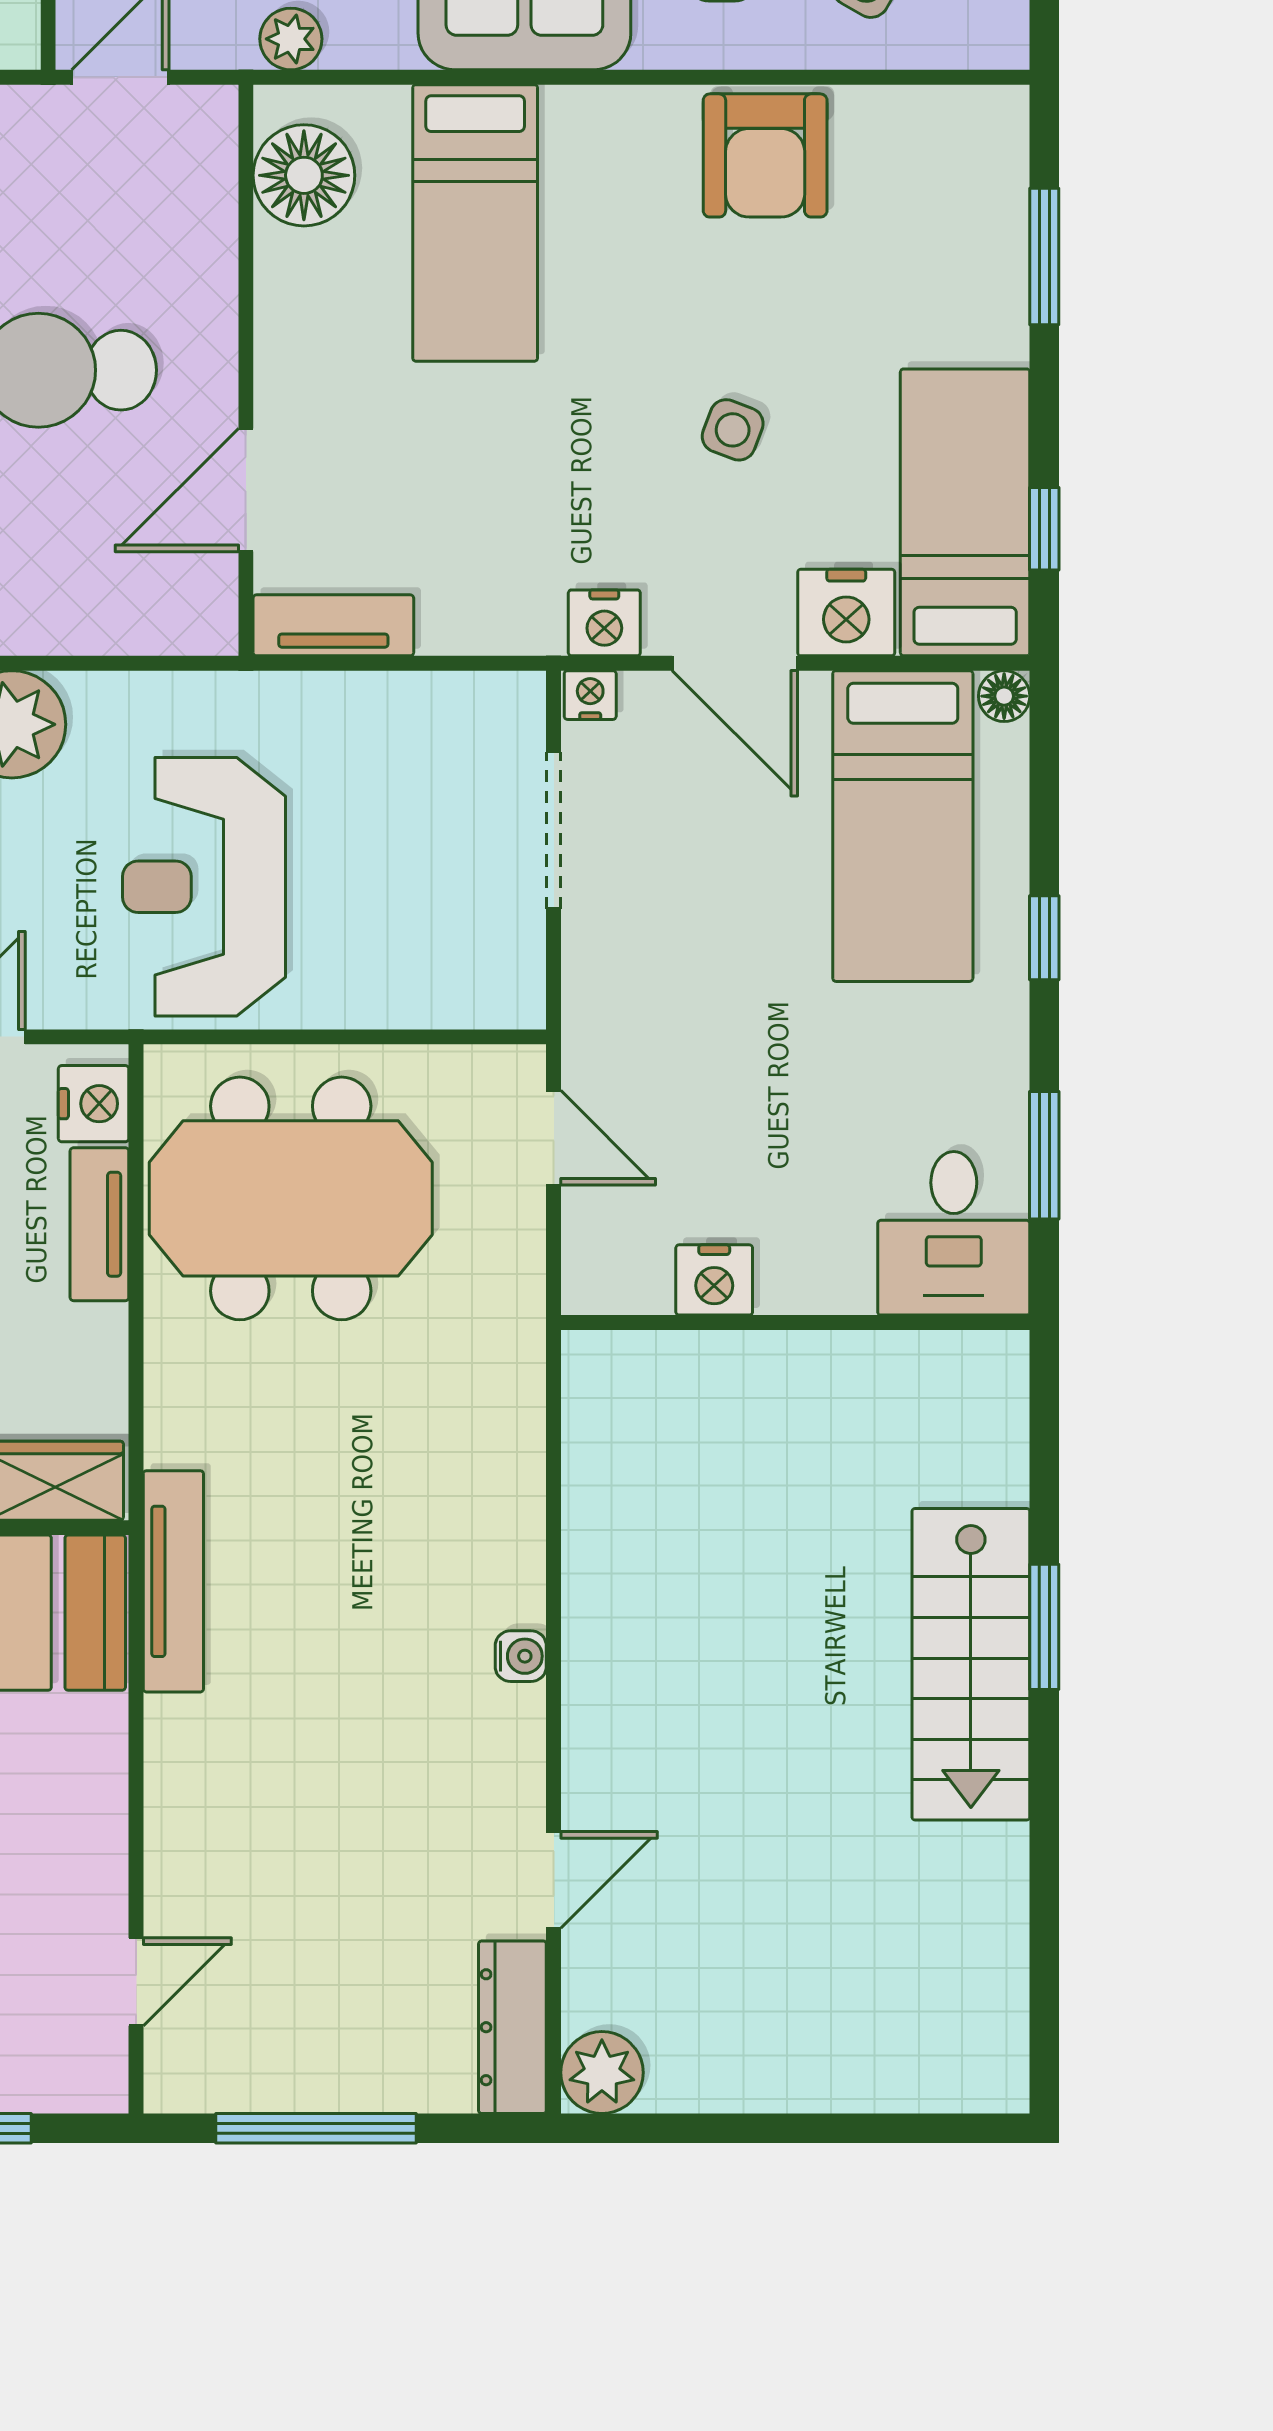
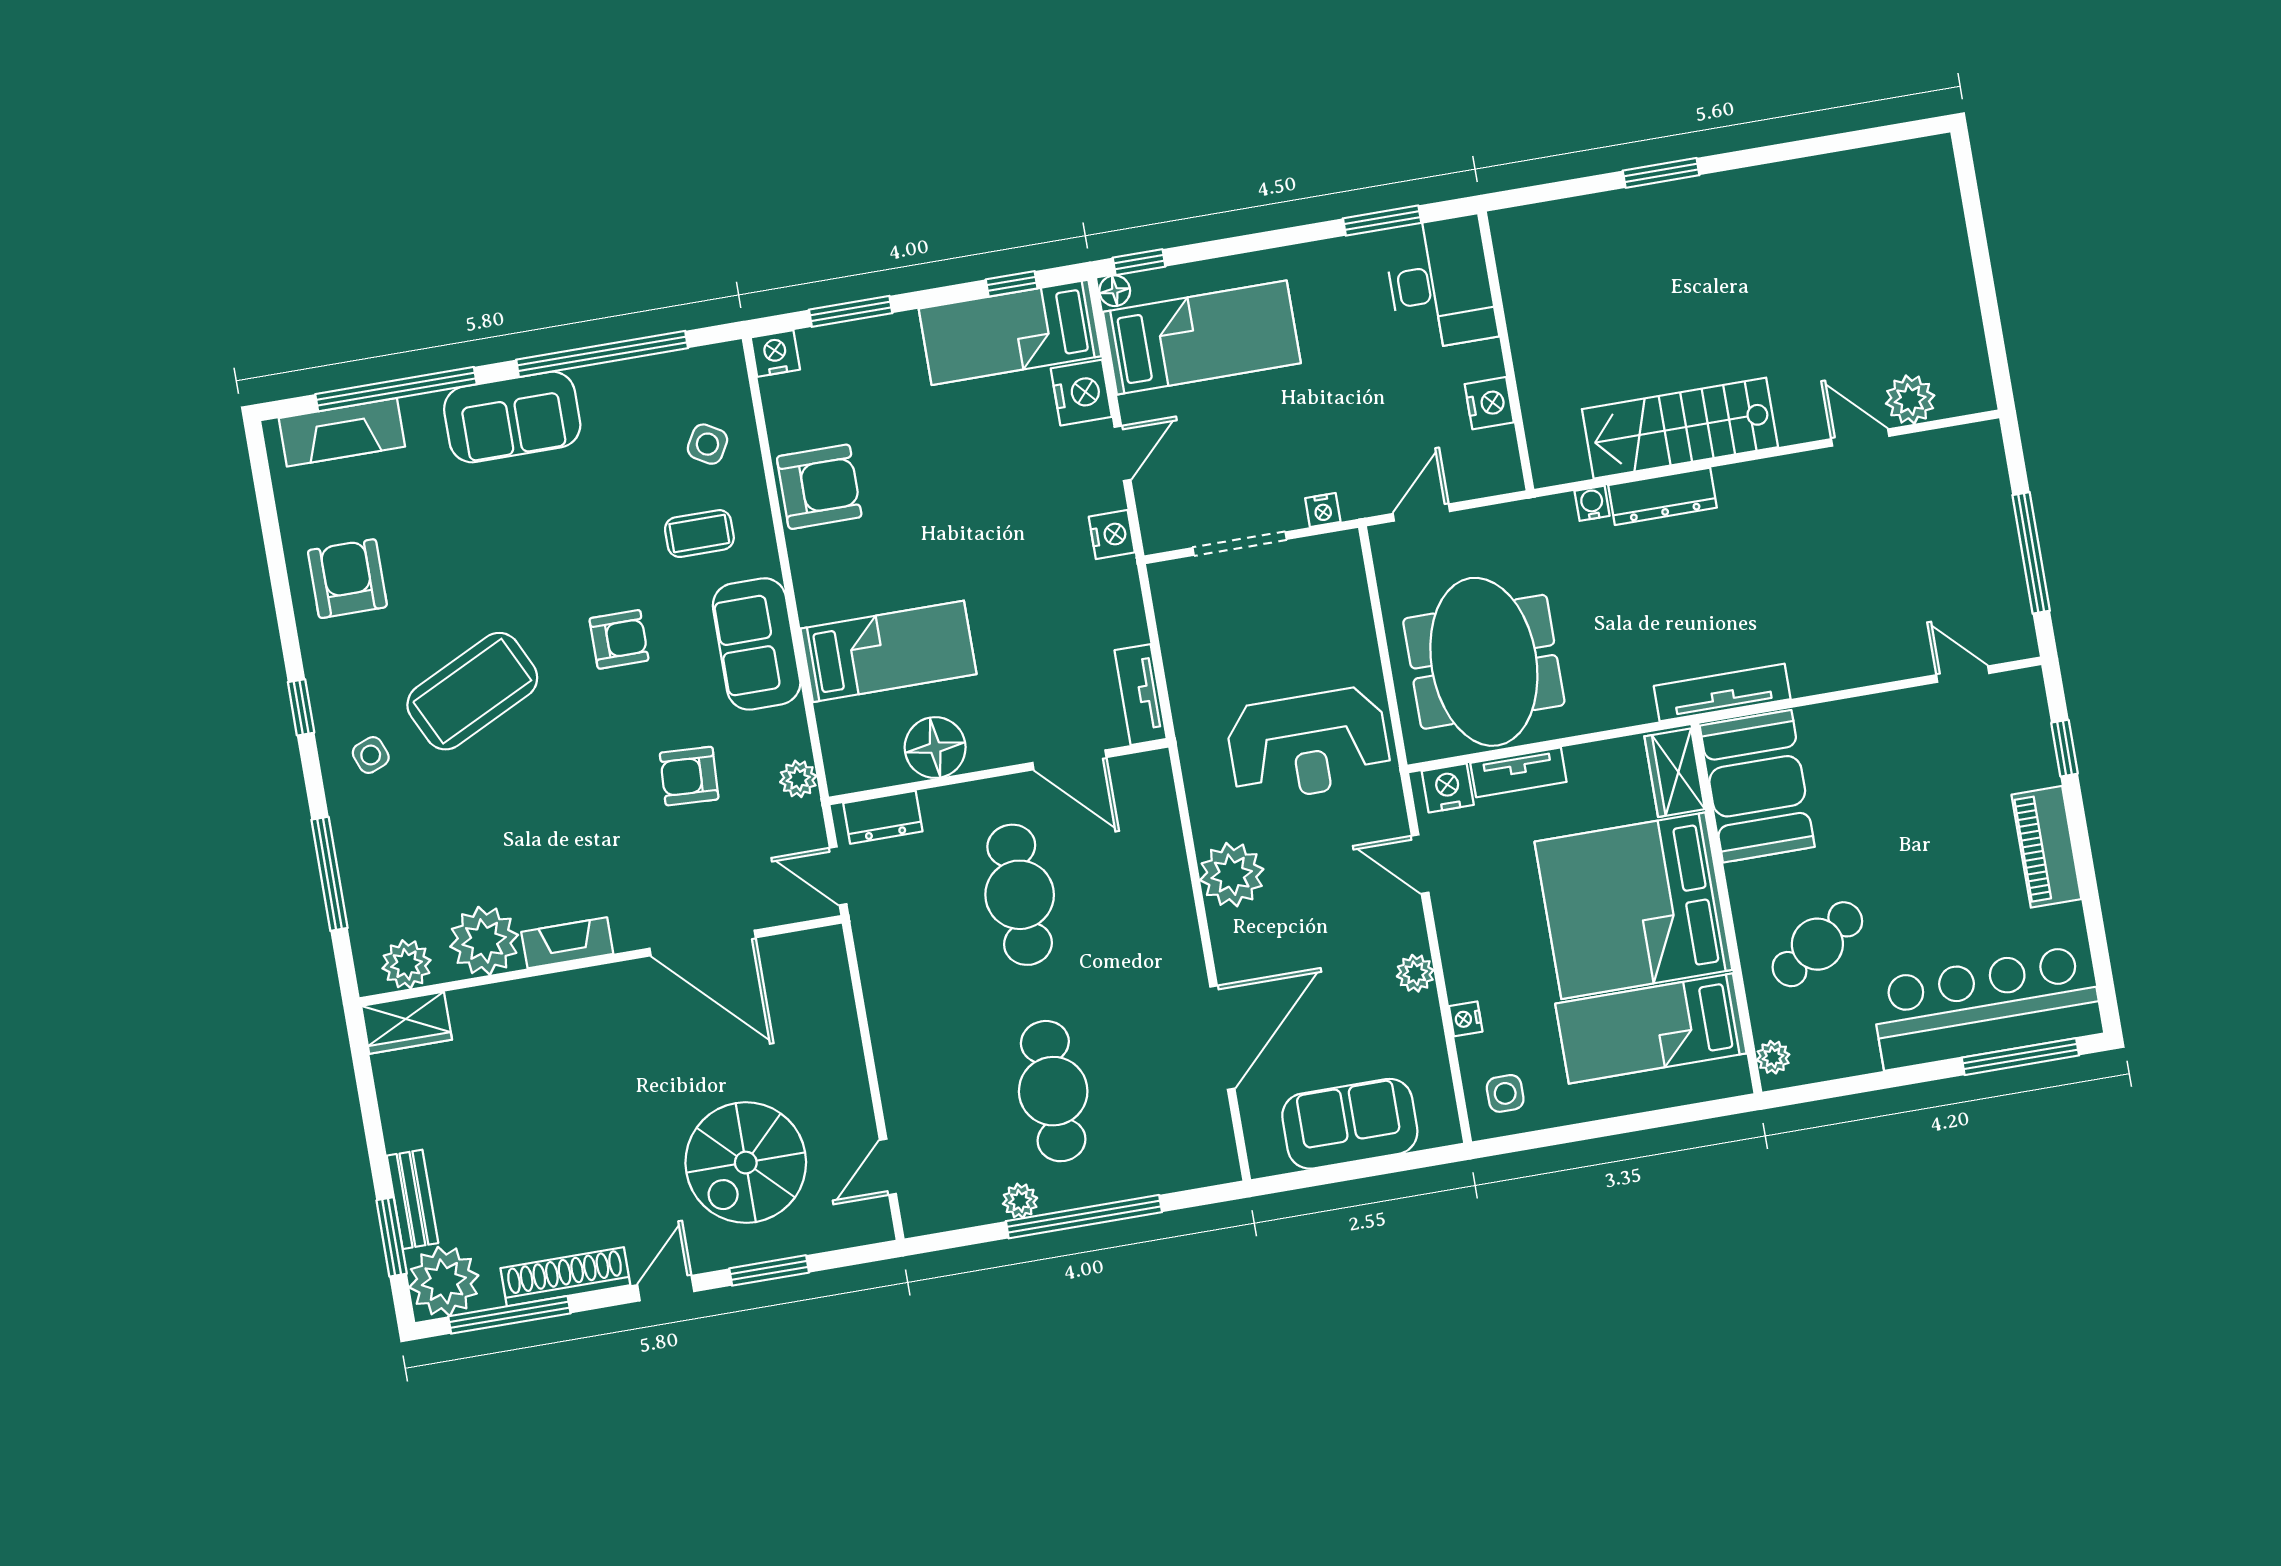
nightstand: (996, 121) -> (775, 353), added
dresser: (204, 167) -> (883, 817), added
floor lamp: (304, 175) -> (935, 748), moved
side table: (733, 430) -> (985, 478), removed
door: (735, 663) -> (1122, 453), width x0.73
nightstand: (590, 695) -> (1323, 510), moved, turned -90
window: (1044, 938) -> (1139, 262), moved
desk: (954, 1233) -> (1440, 283), width x1.37
water cooler: (521, 1656) -> (1592, 503), moved
stairs: (971, 1664) -> (1680, 428), moved, turned 180
dresser: (512, 2027) -> (1663, 496), moved
plant: (602, 2073) -> (1910, 400), moved

